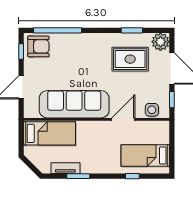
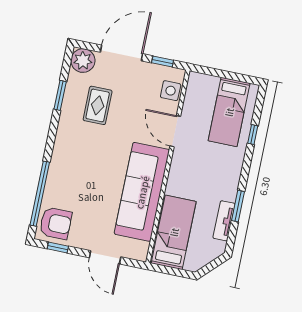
armchair: (38, 46) -> (56, 223), turned 90
rug: (130, 59) -> (98, 105), width x0.73, depth x0.70

